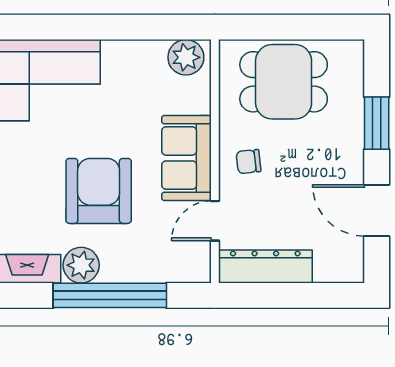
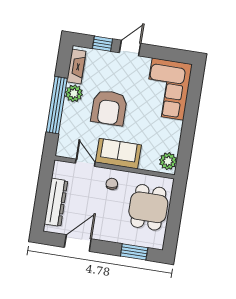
window: (377, 123) -> (134, 252), moved
armchair: (99, 191) -> (109, 108), turned 90
dresser: (265, 266) -> (56, 202), moved

